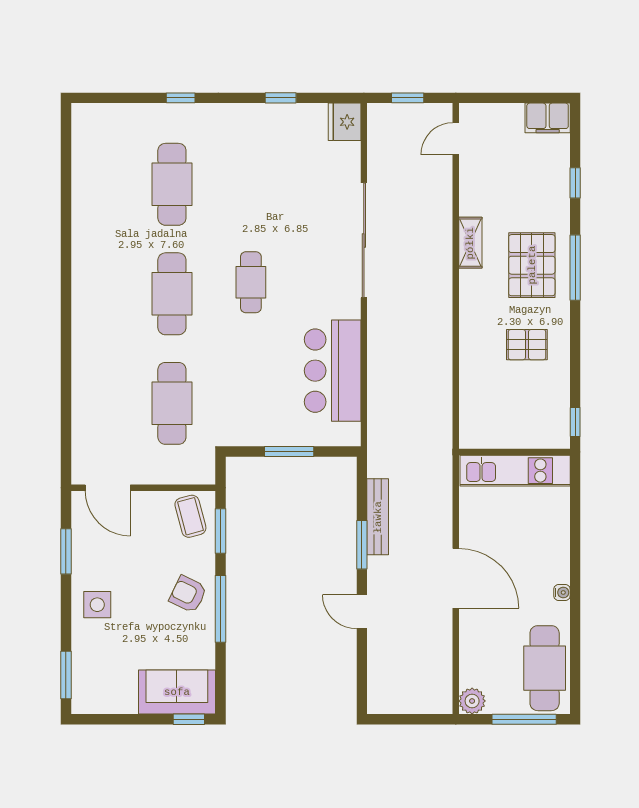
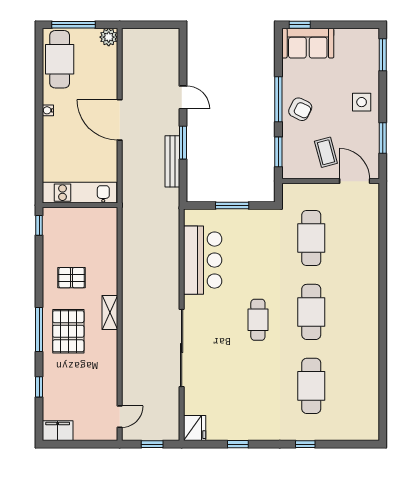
shelving: (470, 243) -> (110, 312), moved
coffee table: (190, 516) -> (326, 152), moved

